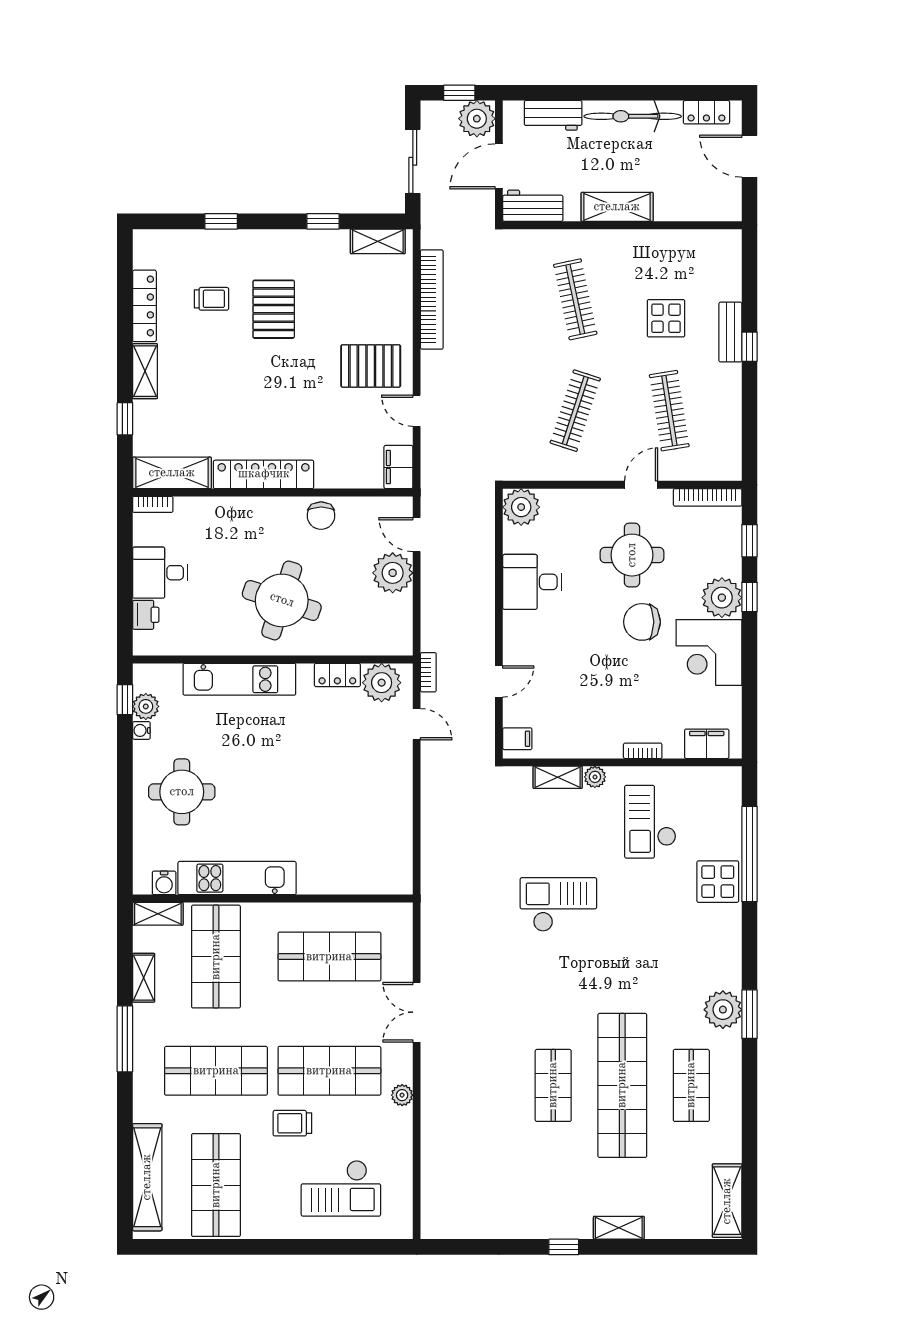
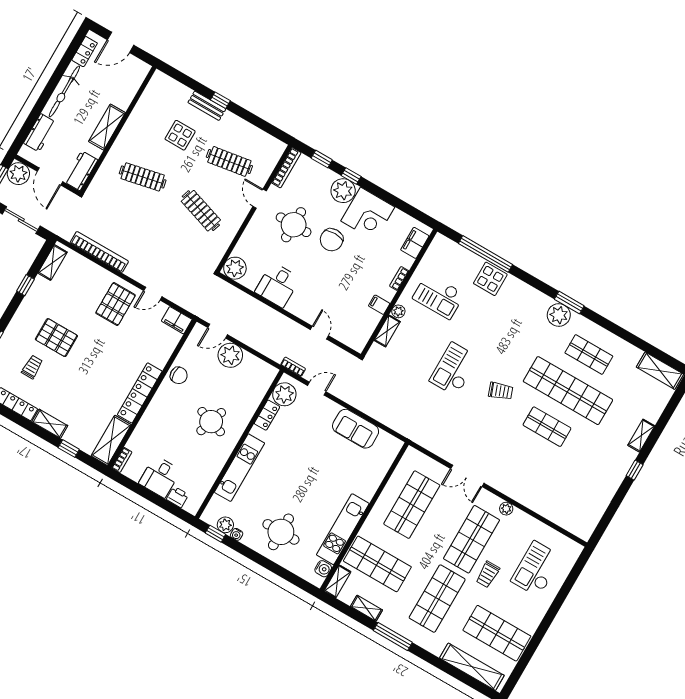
round table: (282, 600) -> (211, 422), width x0.73, depth x0.73
filing cabinet: (517, 739) -> (379, 305), moved, turned -90
sofa: (391, 813) -> (356, 429), added
trolley: (566, 989) -> (501, 391), added
checkout: (341, 1188) -> (536, 569), turned 180

